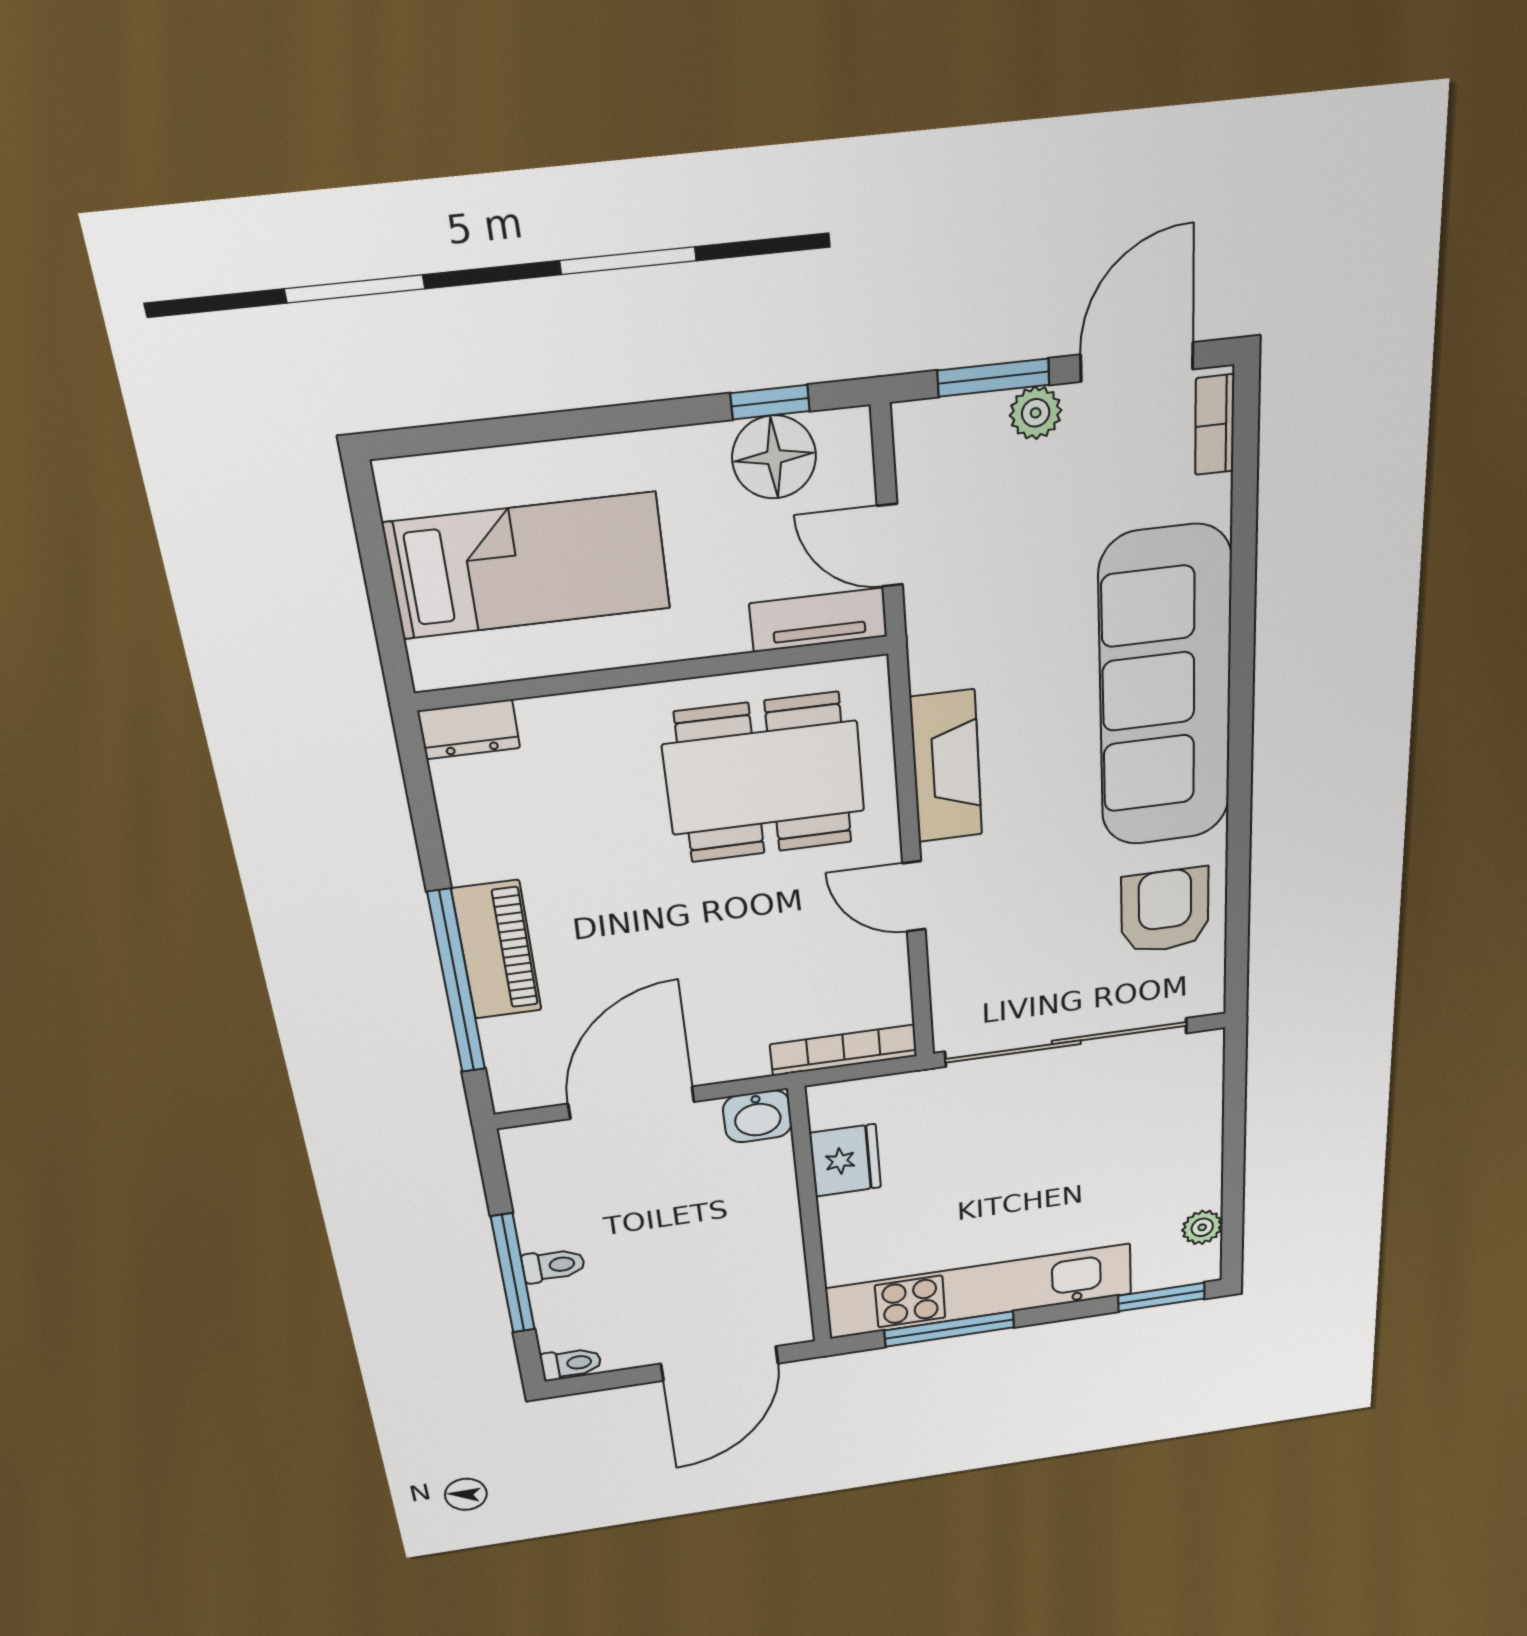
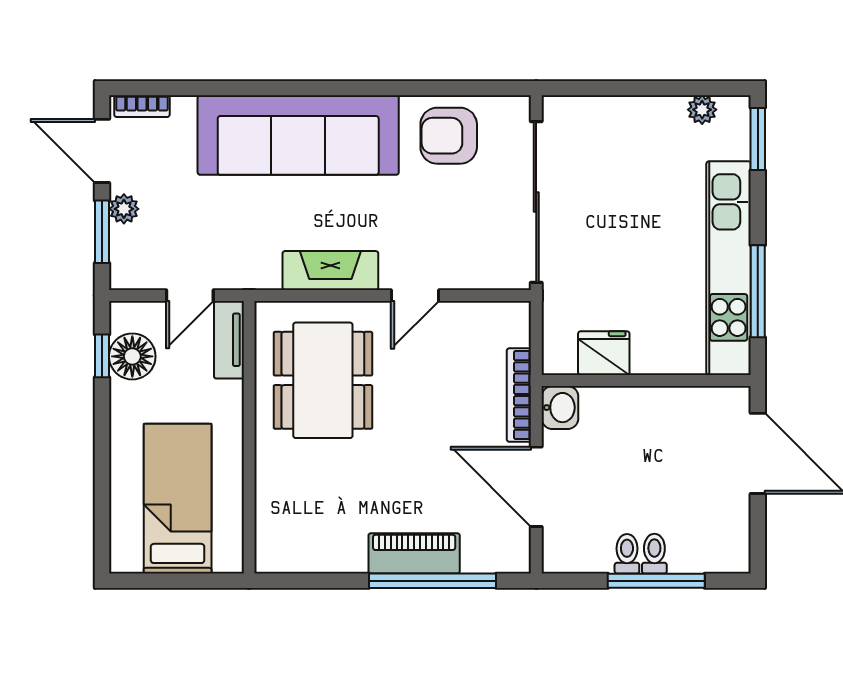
dresser: (469, 729) -> (270, 547), removed
bookcase: (844, 1050) -> (519, 395), moved
toilet: (571, 1364) -> (627, 554), moved

